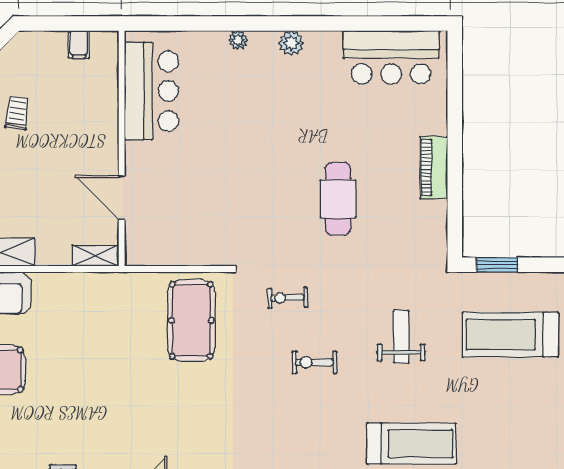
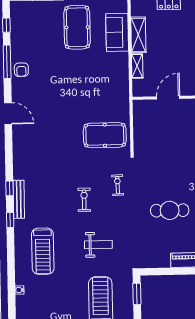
shelving: (96, 256) -> (137, 66), moved

